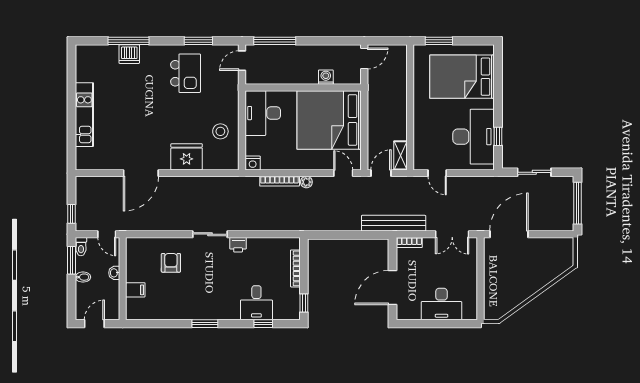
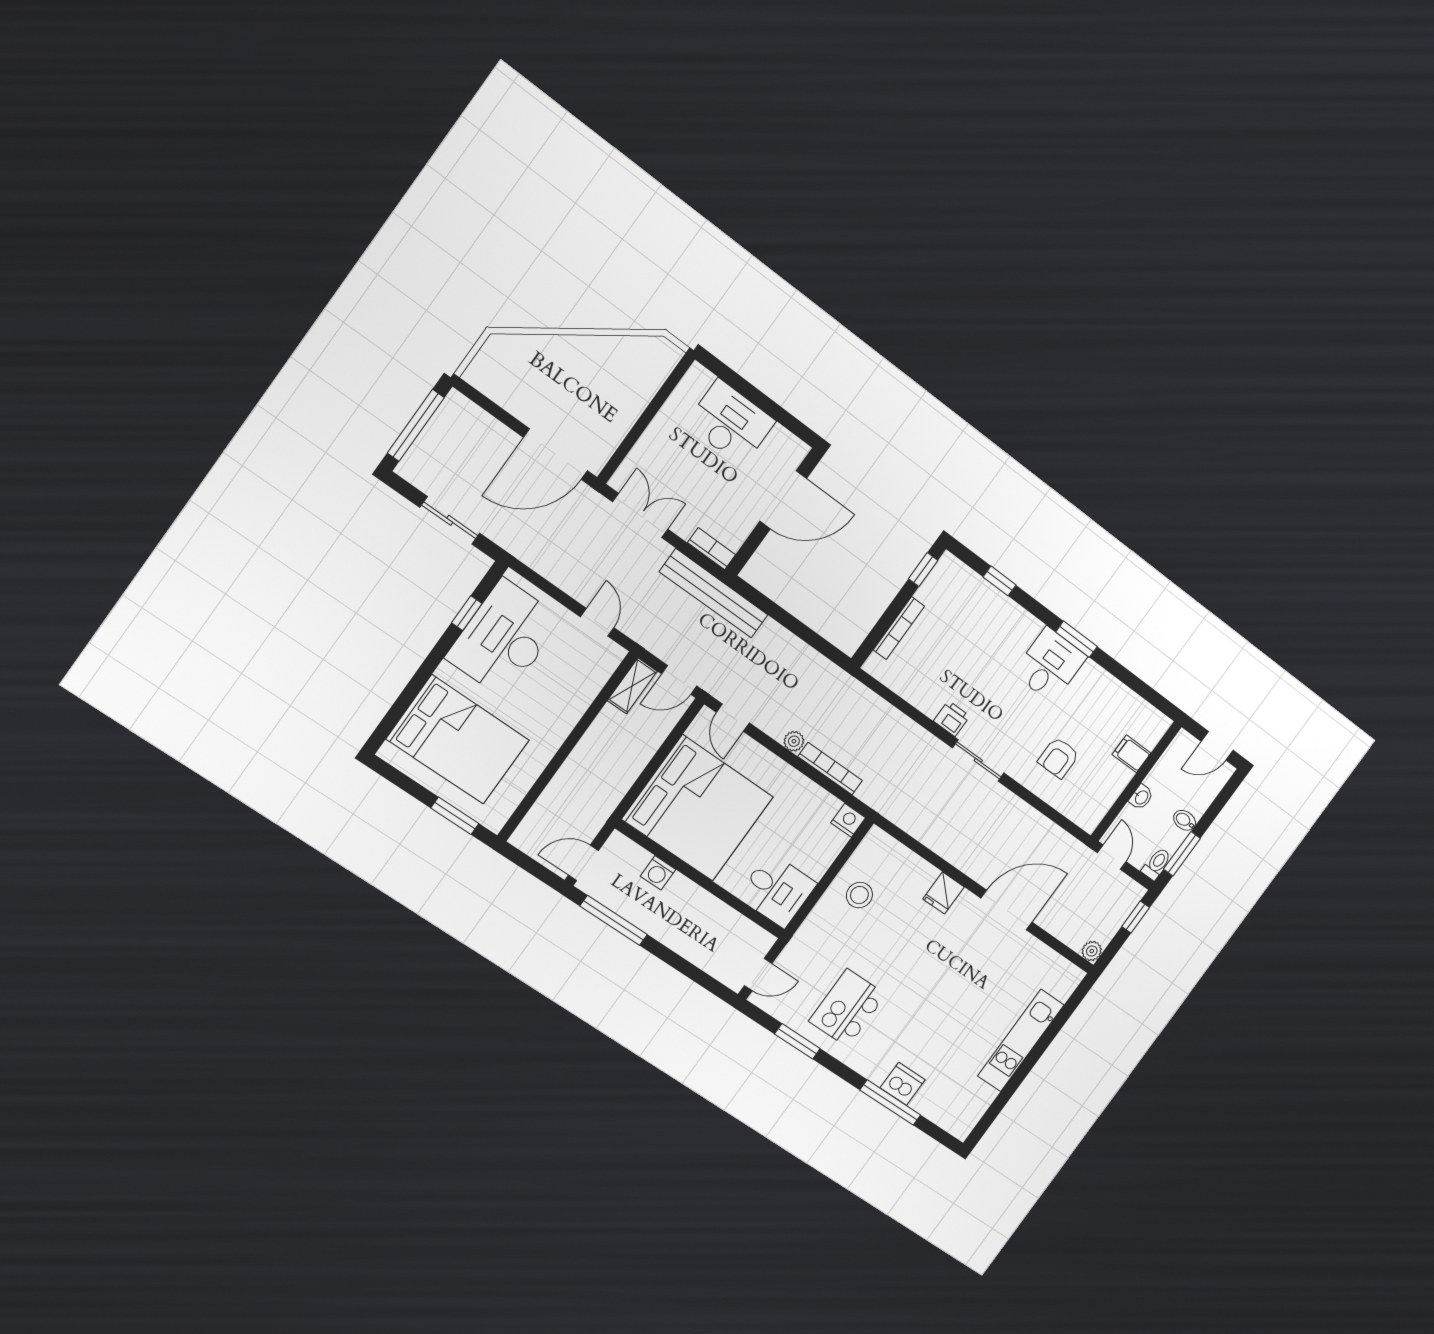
window: (275, 41) -> (614, 920), moved
desk: (263, 113) -> (777, 890), width x0.73
fridge: (187, 157) -> (944, 893), width x0.53, depth x0.75
plant: (81, 182) -> (1092, 951), added
desk: (256, 303) -> (1050, 665), moved

